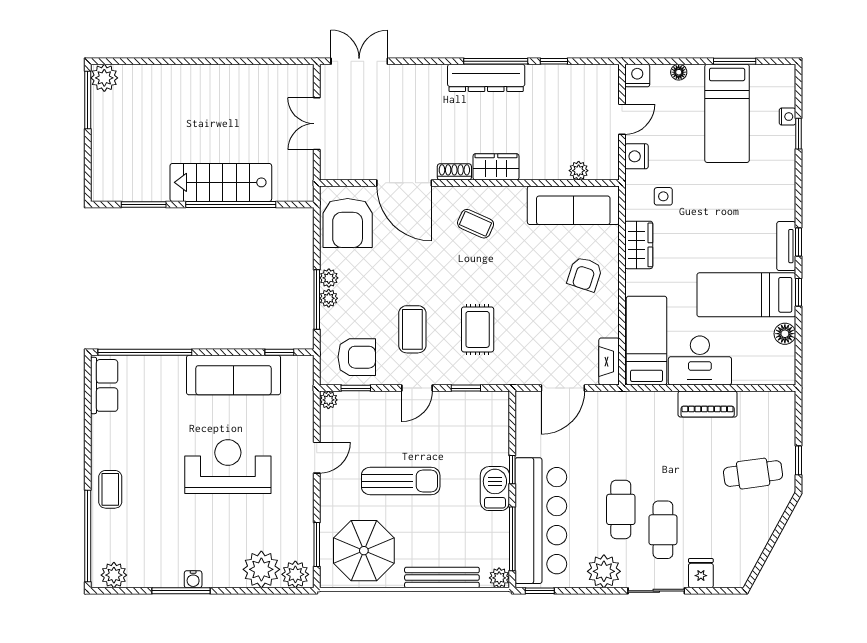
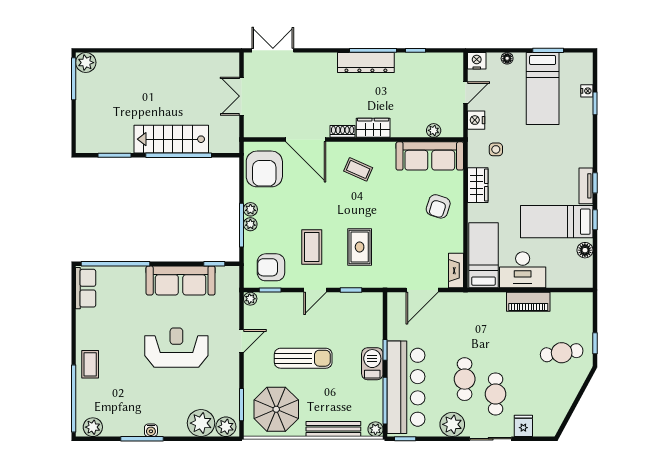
armchair: (357, 357) -> (271, 267), turned 180

